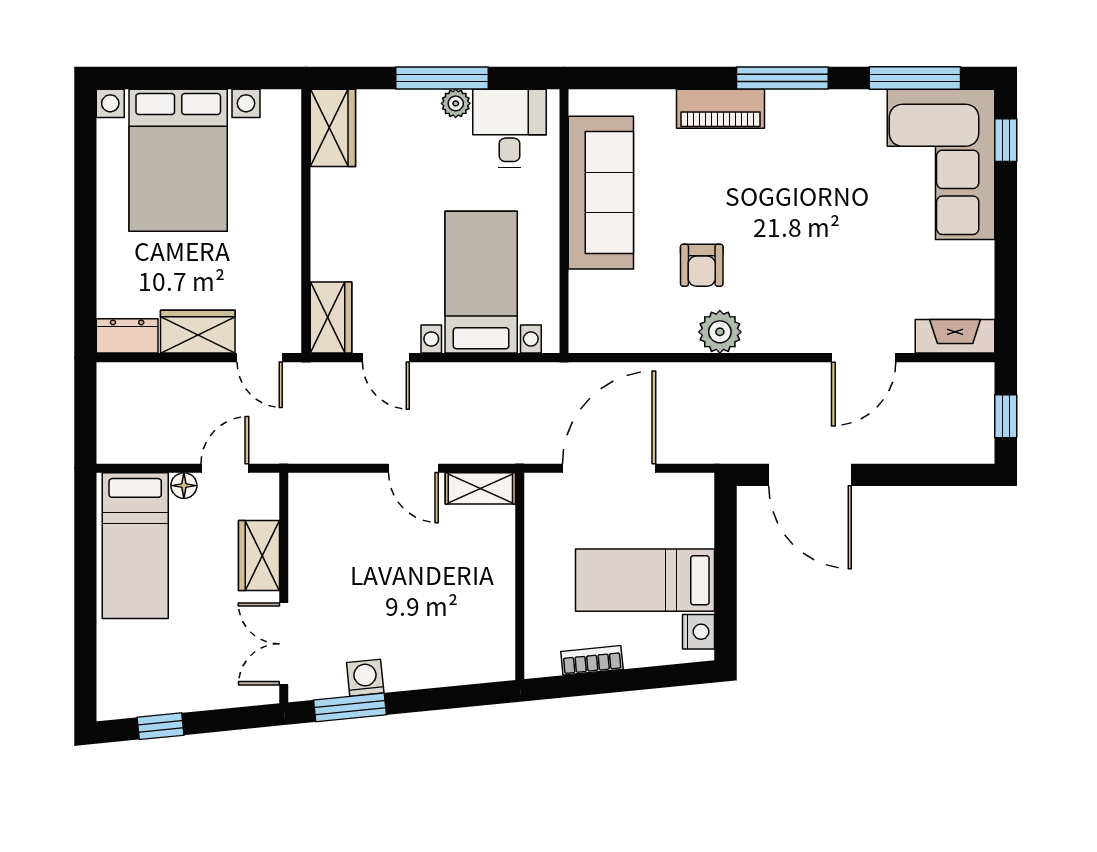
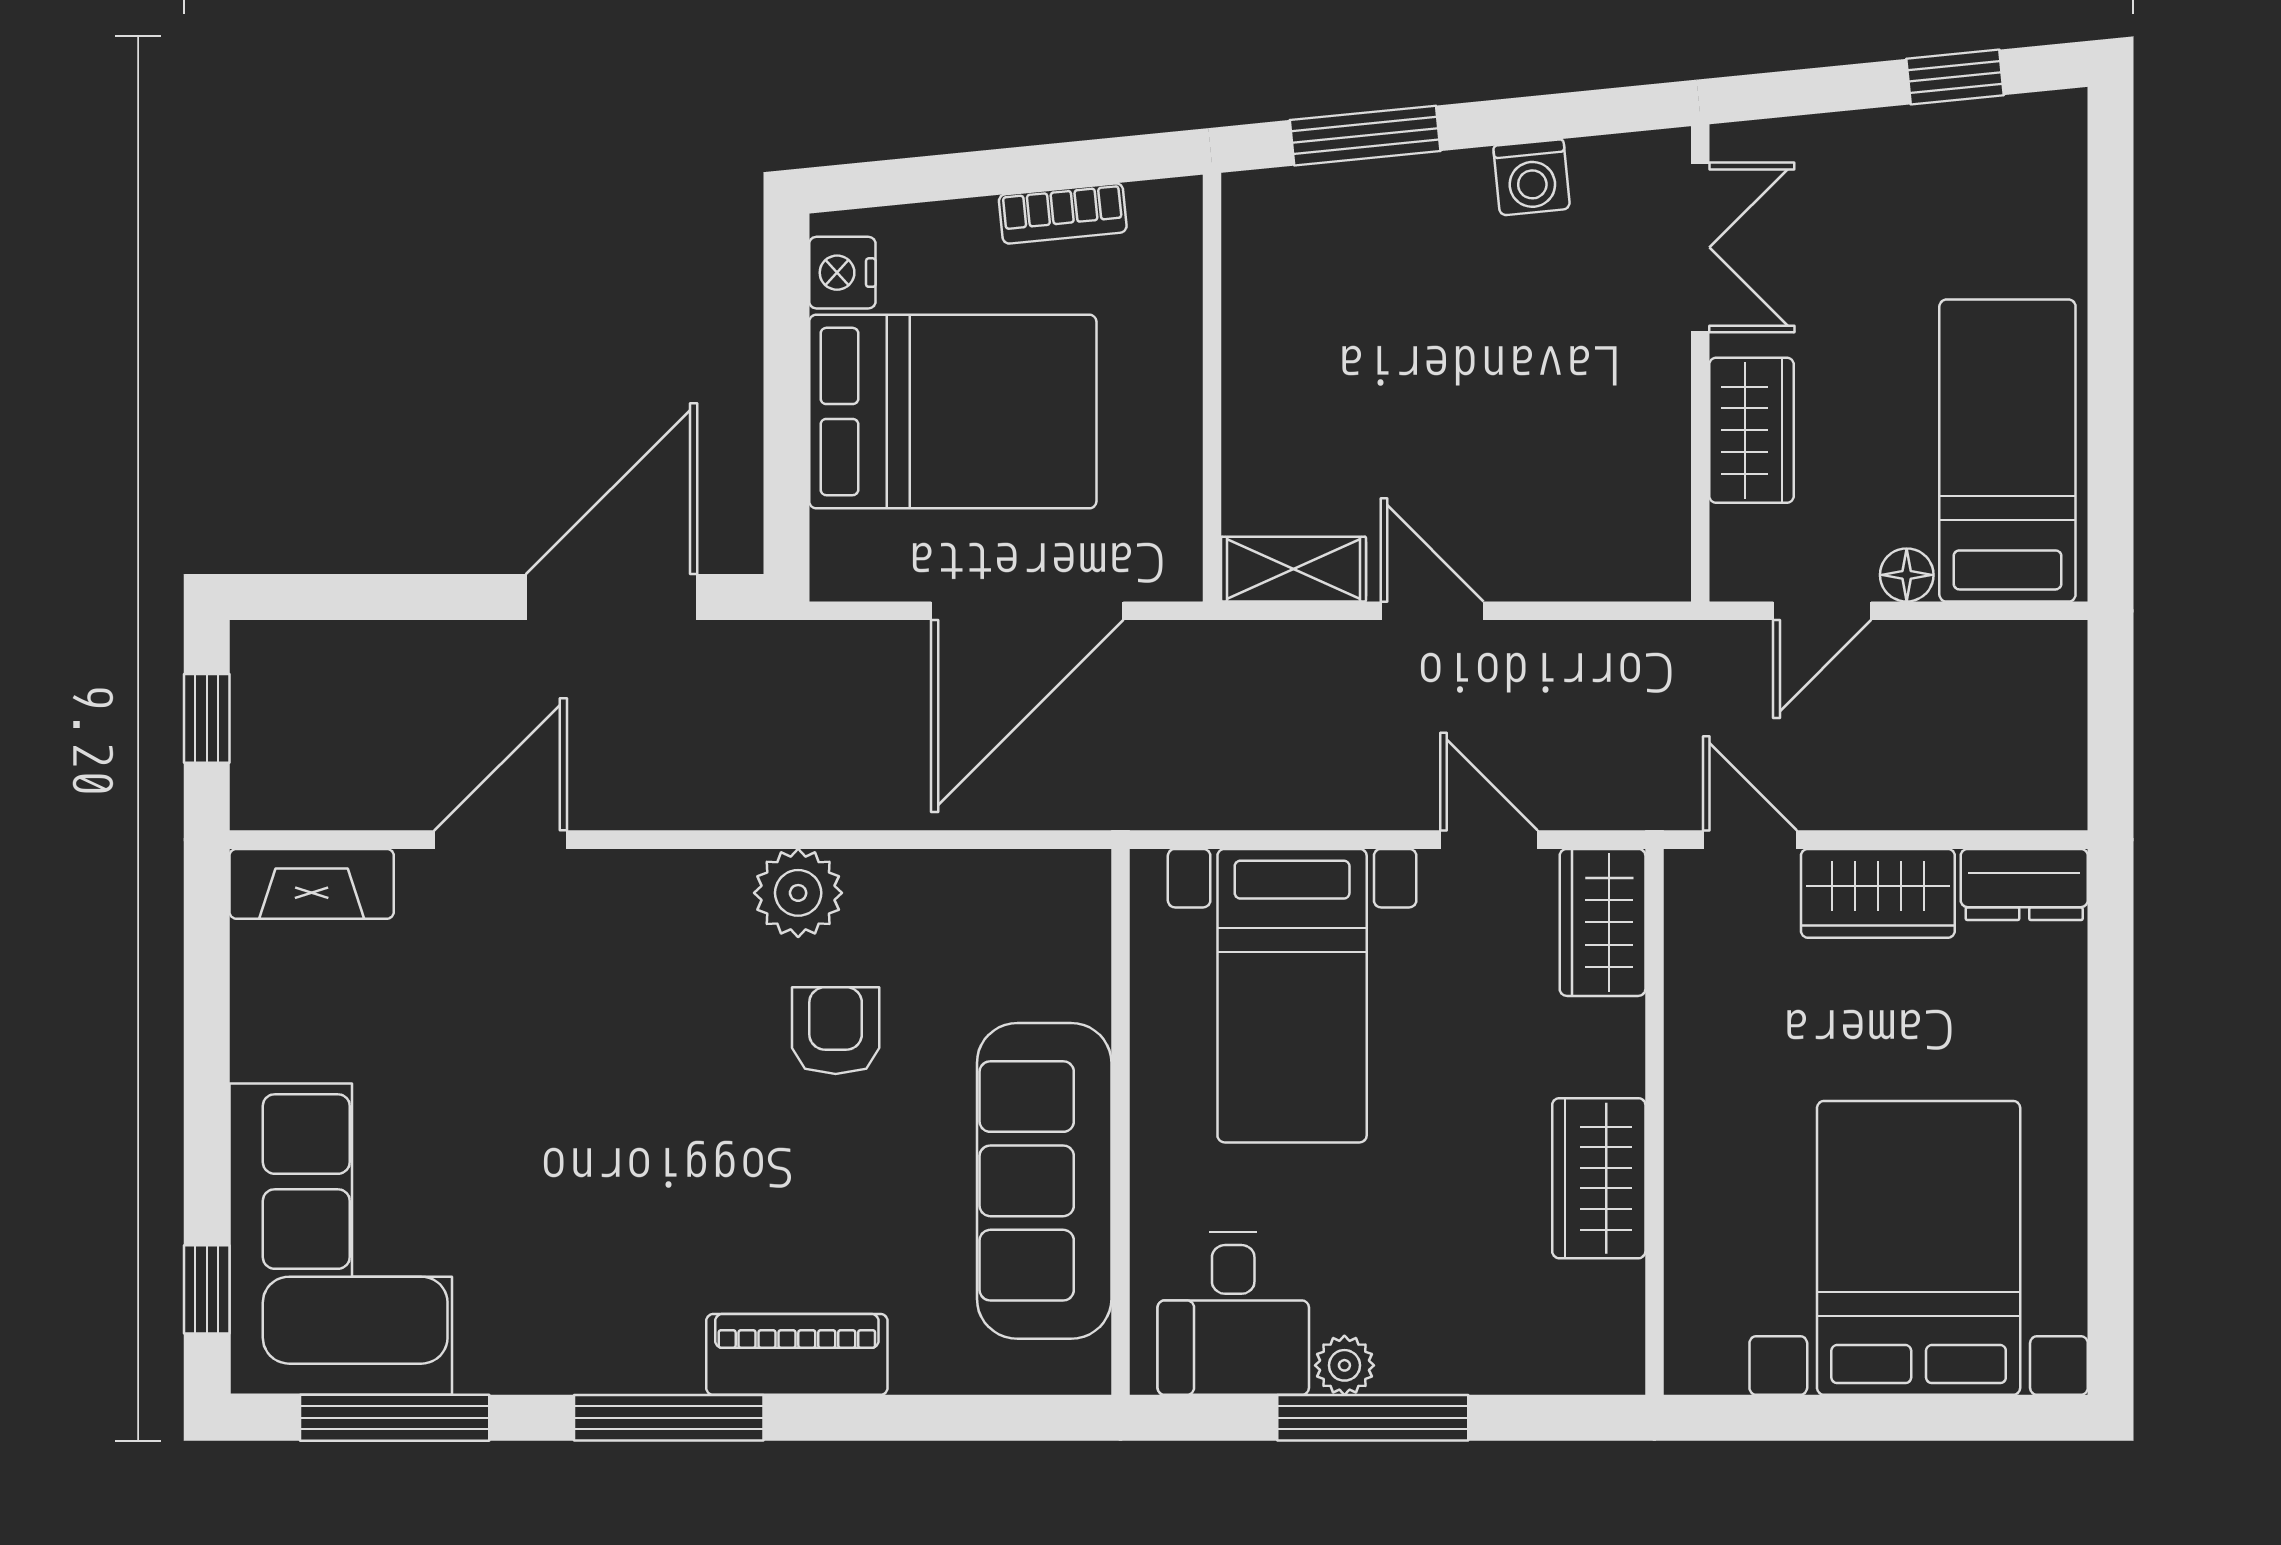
wardrobe: (333, 128) -> (1599, 1178), moved
door: (810, 475) -> (612, 597), hinge flipped
bed: (645, 580) -> (953, 412), width x1.50
window: (350, 707) -> (1365, 136), moved

